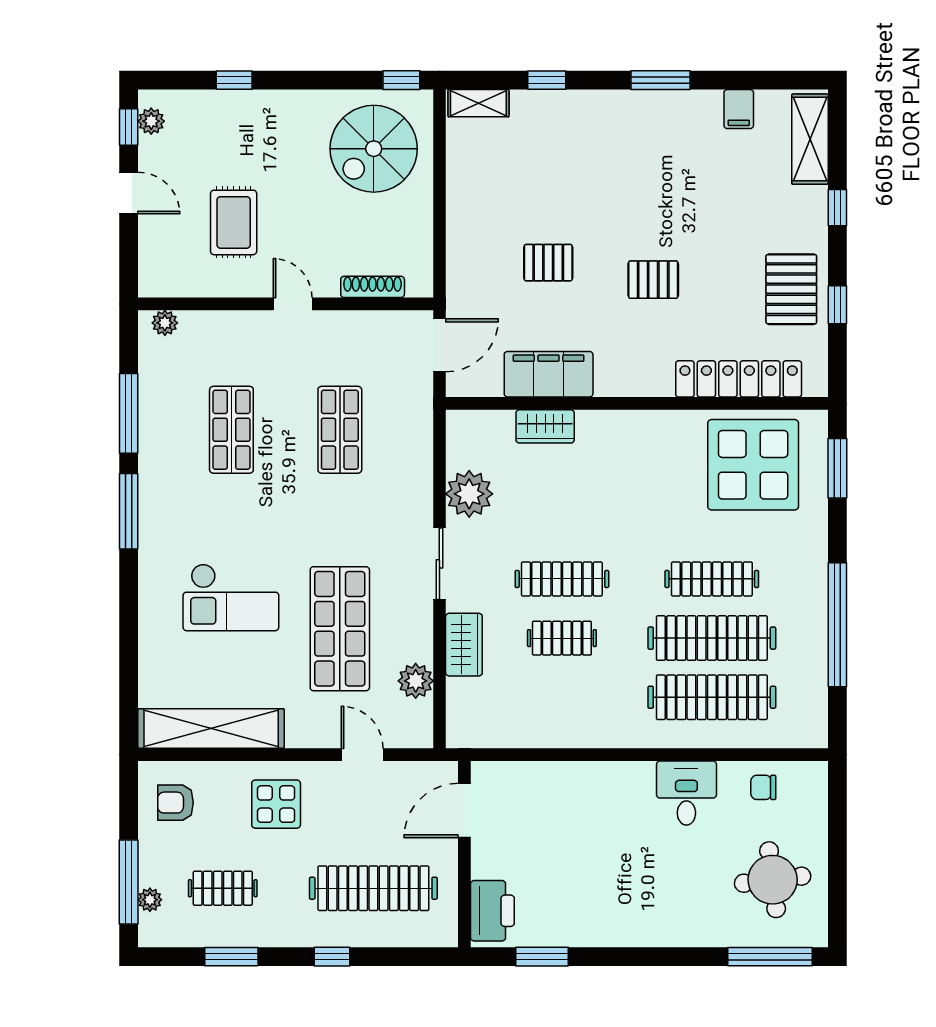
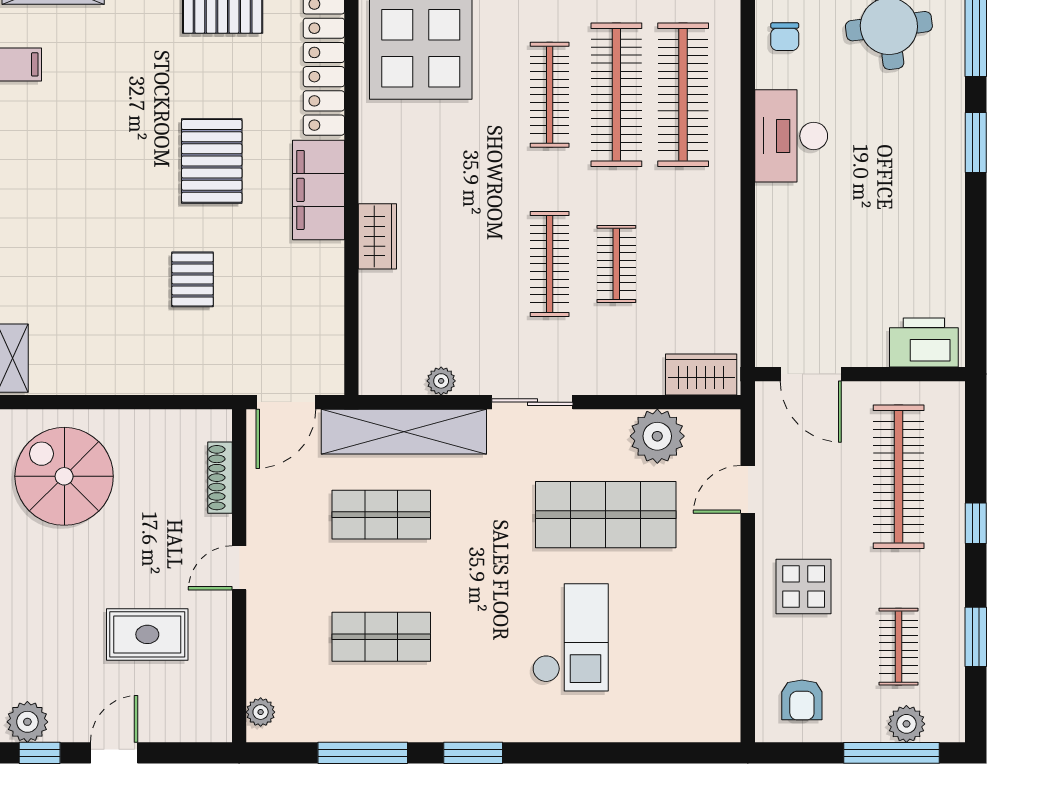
plant: (151, 121) -> (27, 722), width x1.38, depth x1.38
spiral stairs: (374, 149) -> (64, 476), turned 180
pallet: (653, 280) -> (212, 161), width x1.50, depth x1.42
door: (439, 345) -> (286, 402), swing flipped
filing cabinet: (549, 374) -> (319, 190), moved
wardrobe: (545, 426) -> (377, 236), moved
plant: (469, 494) -> (441, 381), width x0.53, depth x0.53
window: (129, 511) -> (473, 753), width x0.69
wardrobe: (464, 645) -> (701, 374), moved
plant: (416, 681) -> (657, 436), width x1.36, depth x1.36
shelving: (211, 728) -> (404, 432), moved, turned 90
desk: (686, 793) -> (791, 136), width x1.37
plant: (150, 900) -> (906, 724), width x1.38, depth x1.38
window: (542, 957) -> (976, 142), moved

